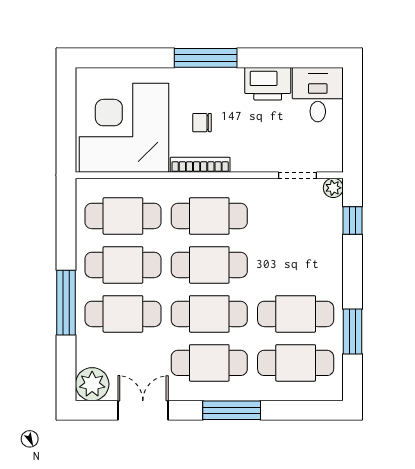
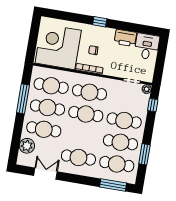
window: (206, 58) -> (100, 22), width x0.46
window: (66, 303) -> (23, 99), moved
cafe table: (209, 314) -> (124, 120), moved
plant: (92, 384) -> (27, 146), moved
window: (232, 410) -> (113, 185), moved

